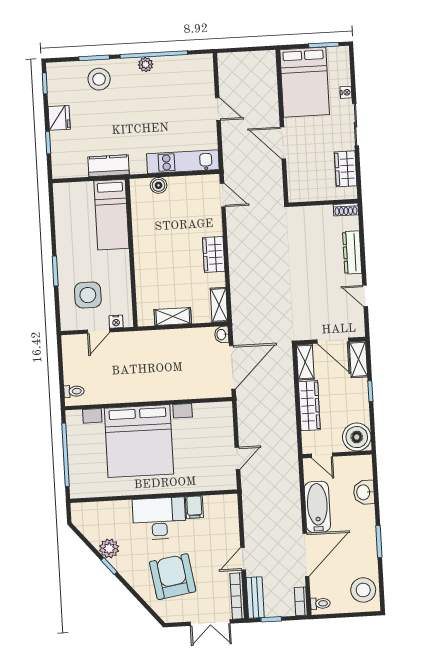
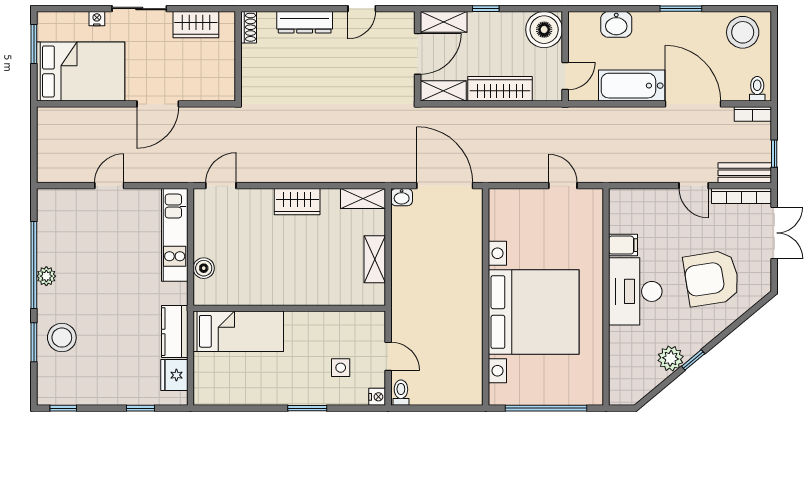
fridge: (59, 118) -> (174, 375), moved, turned -90
side table: (88, 295) -> (341, 368), width x0.54, depth x0.54
nightstand: (116, 322) -> (377, 397), moved
toilet: (74, 391) -> (401, 393), moved

